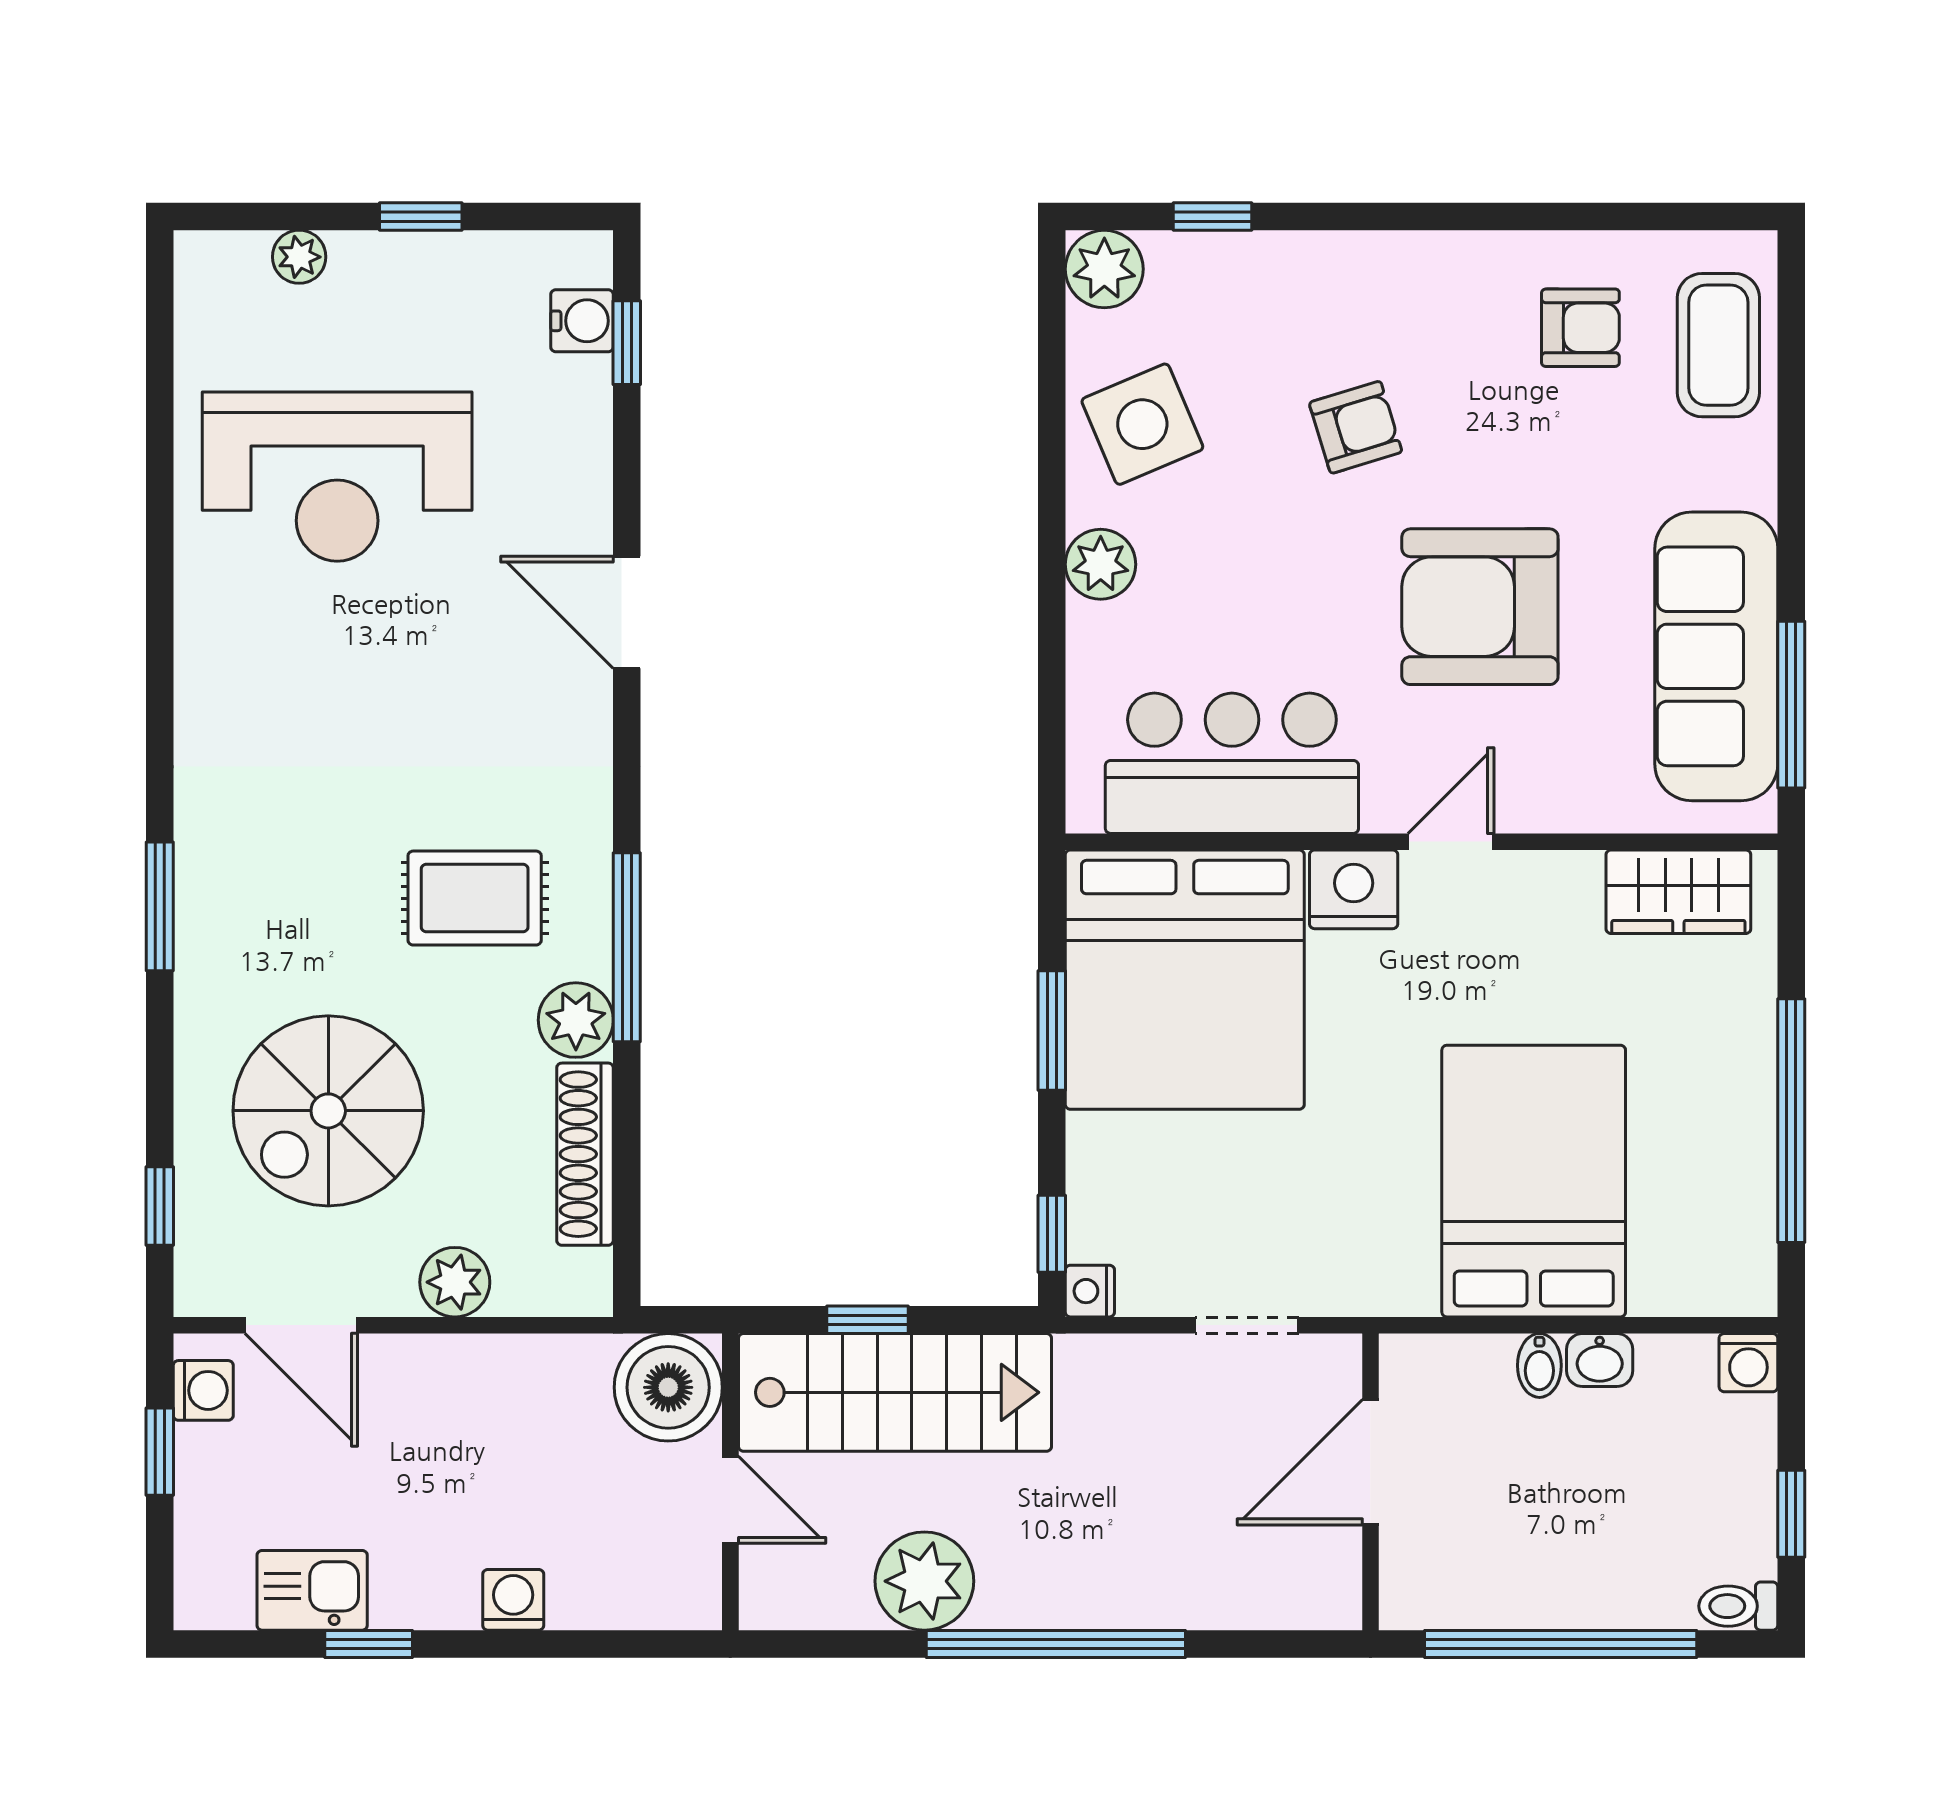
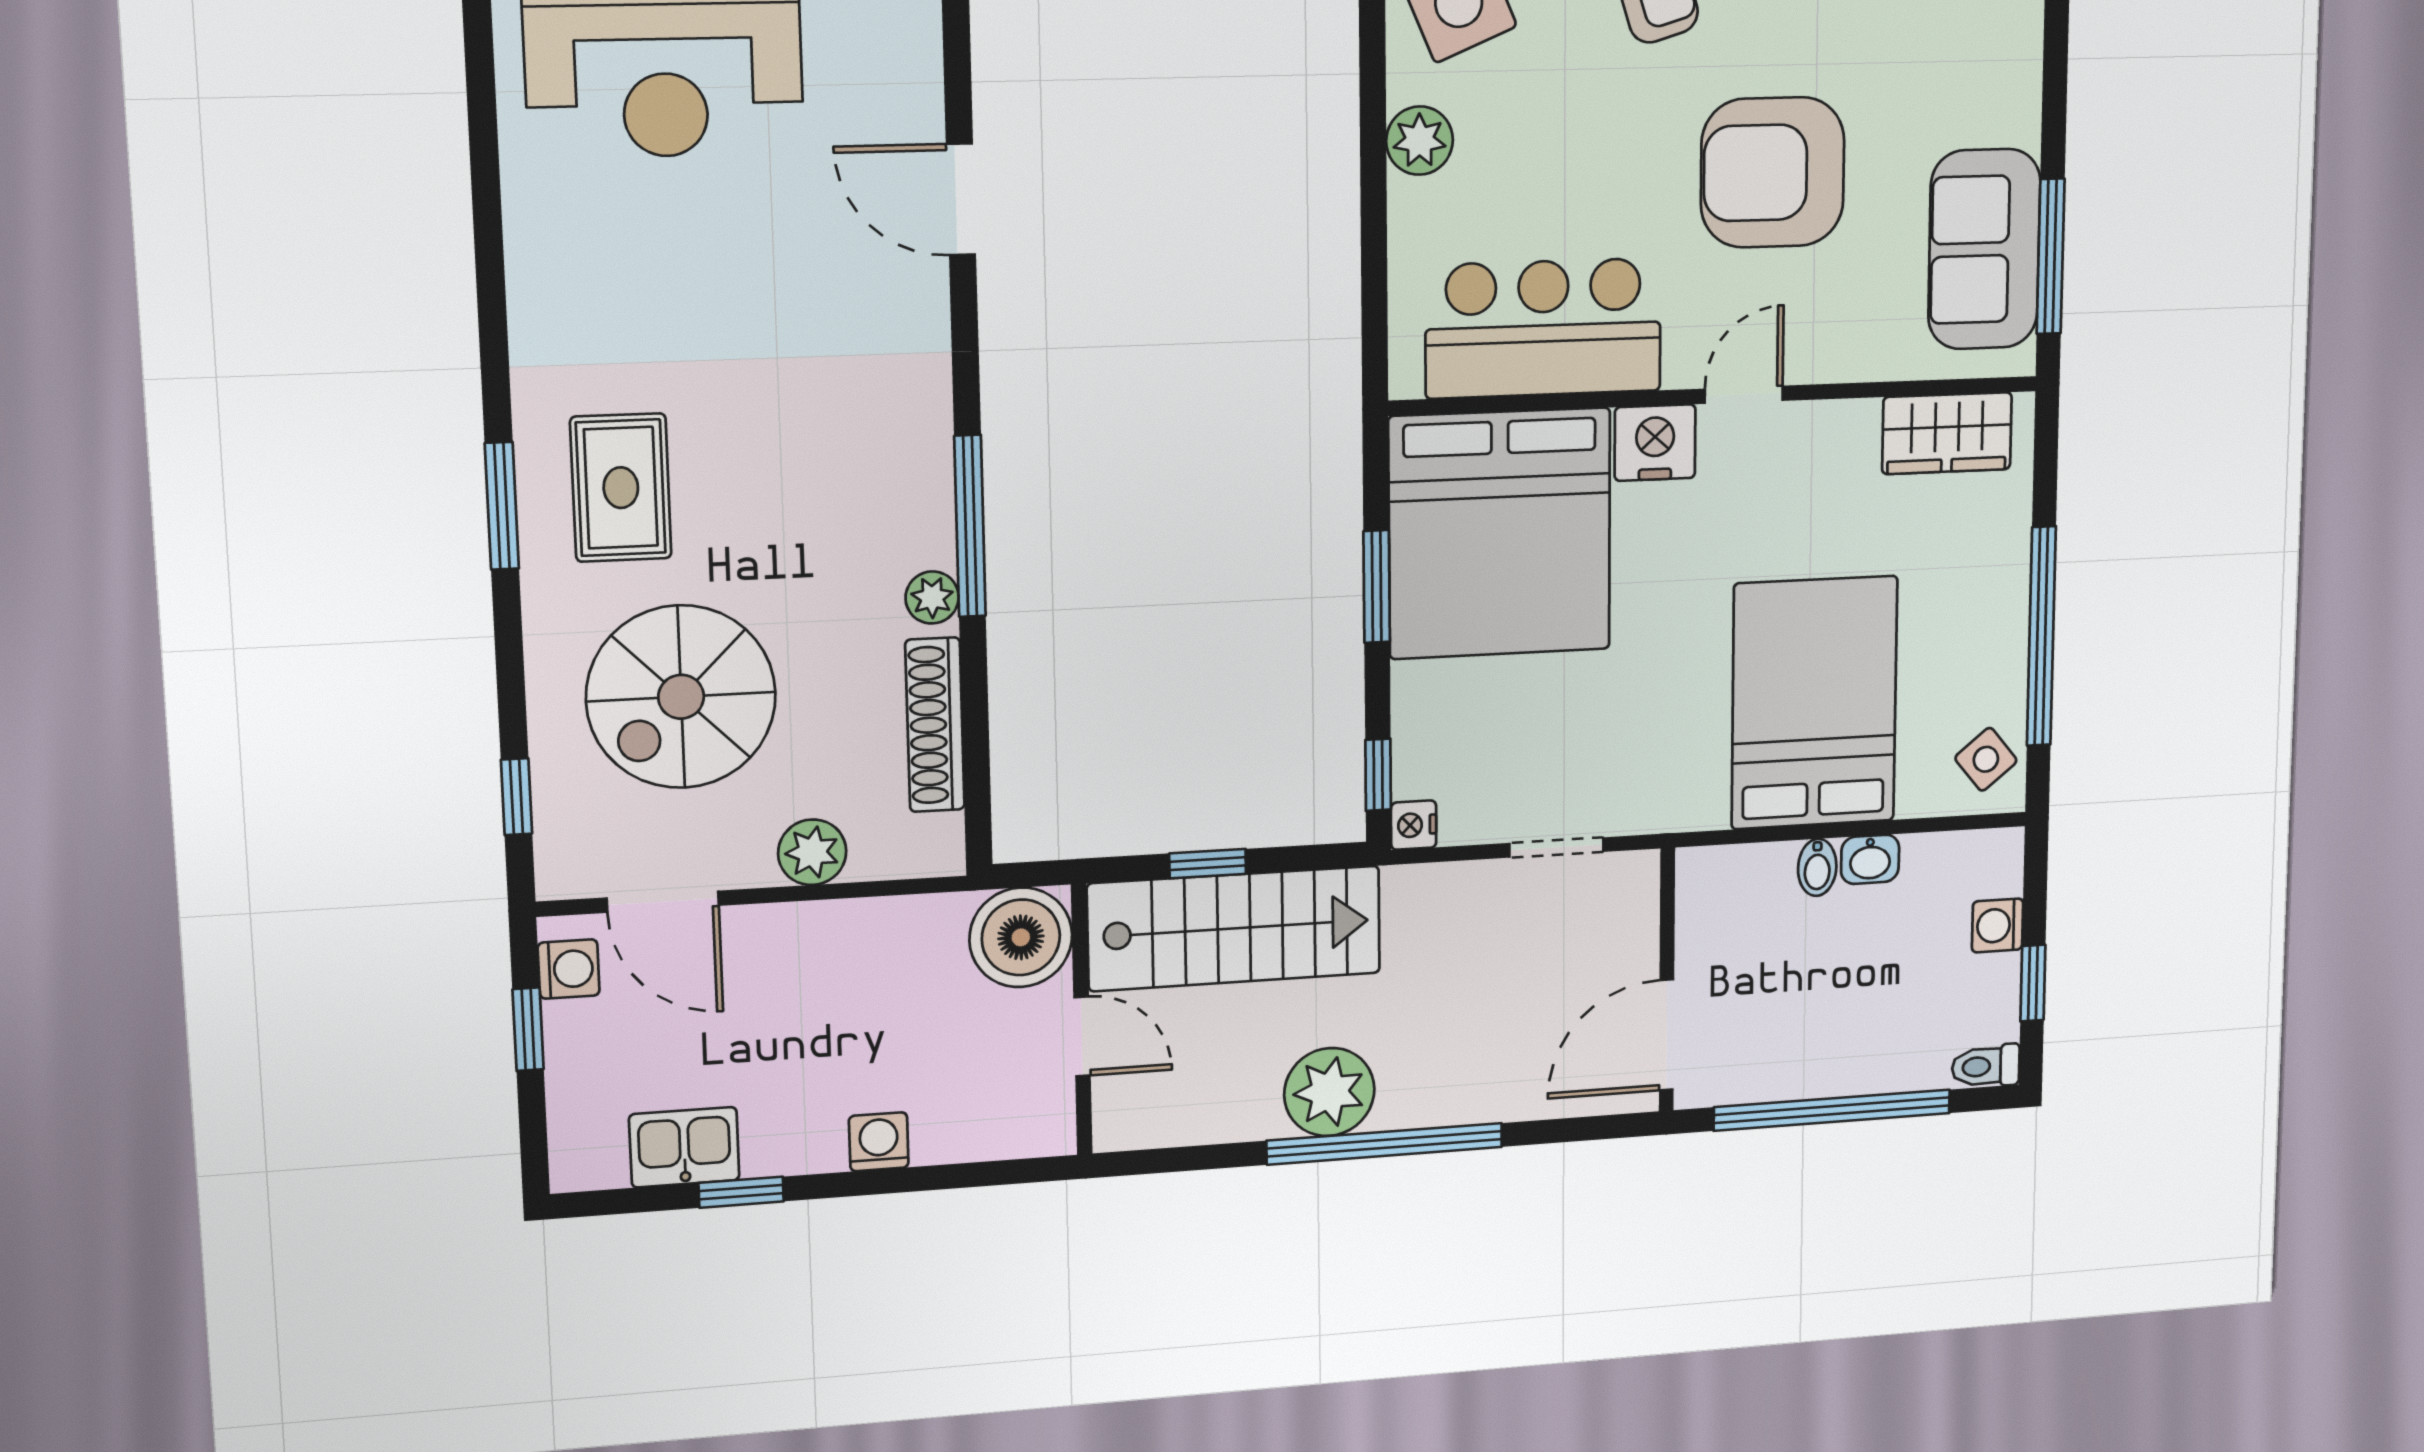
sofa: (1716, 656) -> (1984, 249), width x0.73
rug: (475, 898) -> (621, 488), moved, turned 90
plant: (576, 1020) -> (932, 598), width x0.73, depth x0.73
side table: (1731, 1255) -> (1986, 759), added
washing machine: (1748, 1363) -> (1998, 925), moved, turned 90
door: (1370, 1462) -> (1667, 1035), moved
plant: (924, 1581) -> (1329, 1092), moved

